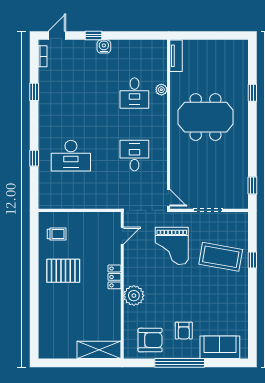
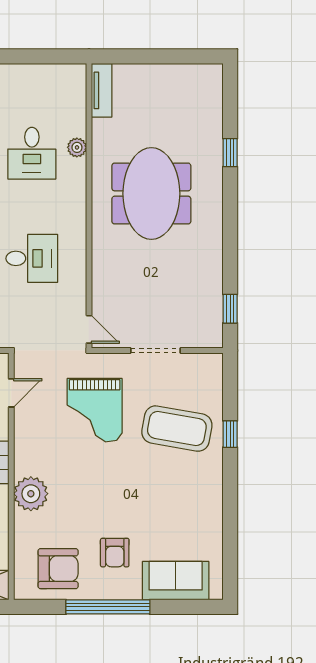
meeting table: (206, 117) -> (151, 194), turned 90
desk: (134, 156) -> (32, 258), turned 90

